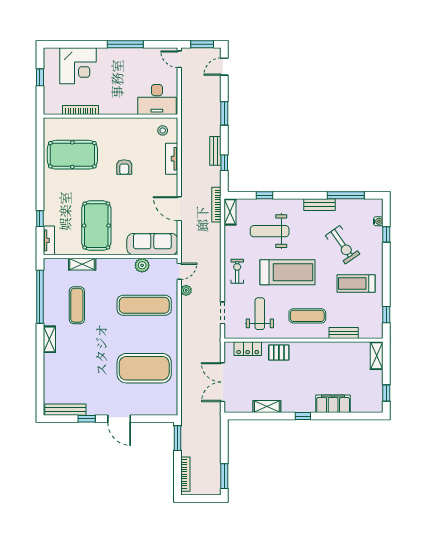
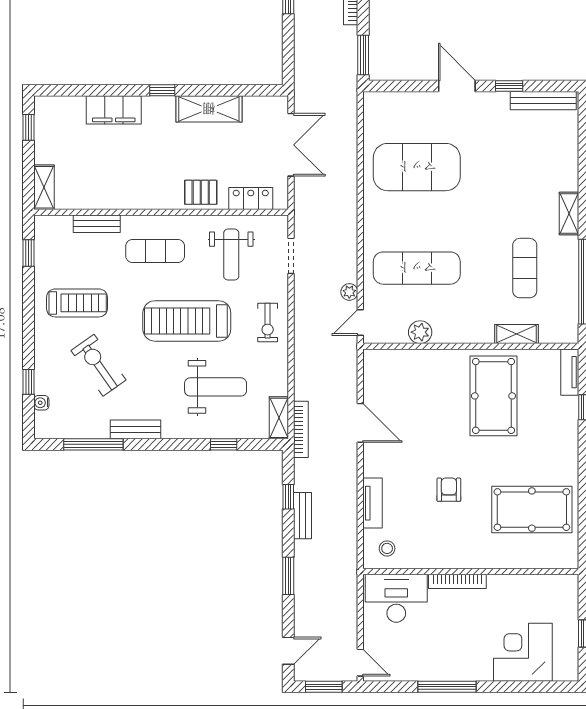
bookcase: (81, 110) -> (457, 581), moved
sofa: (152, 244) -> (404, 366), removed
shelving: (267, 407) -> (209, 109), width x1.50, depth x1.33

